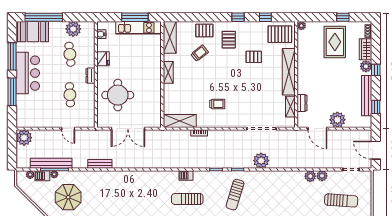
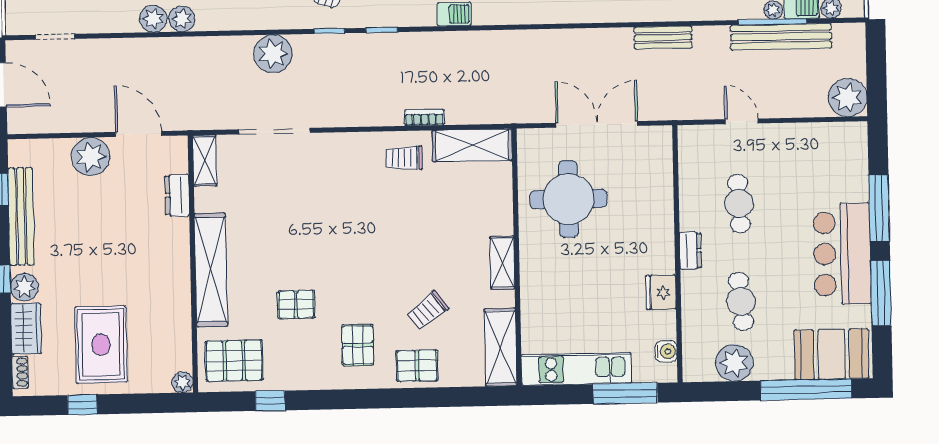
window: (135, 17) -> (625, 393), moved
window: (238, 17) -> (336, 399), removed
round table: (118, 95) -> (568, 199), moved
trolley: (217, 104) -> (404, 158), moved
shelving: (290, 107) -> (205, 161), moved
plant: (322, 176) -> (182, 19), moved

